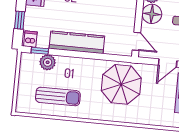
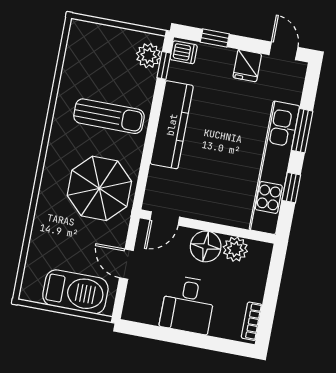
plant: (48, 62) -> (148, 56), moved
sun lounger: (58, 97) -> (109, 116), moved, turned -90

